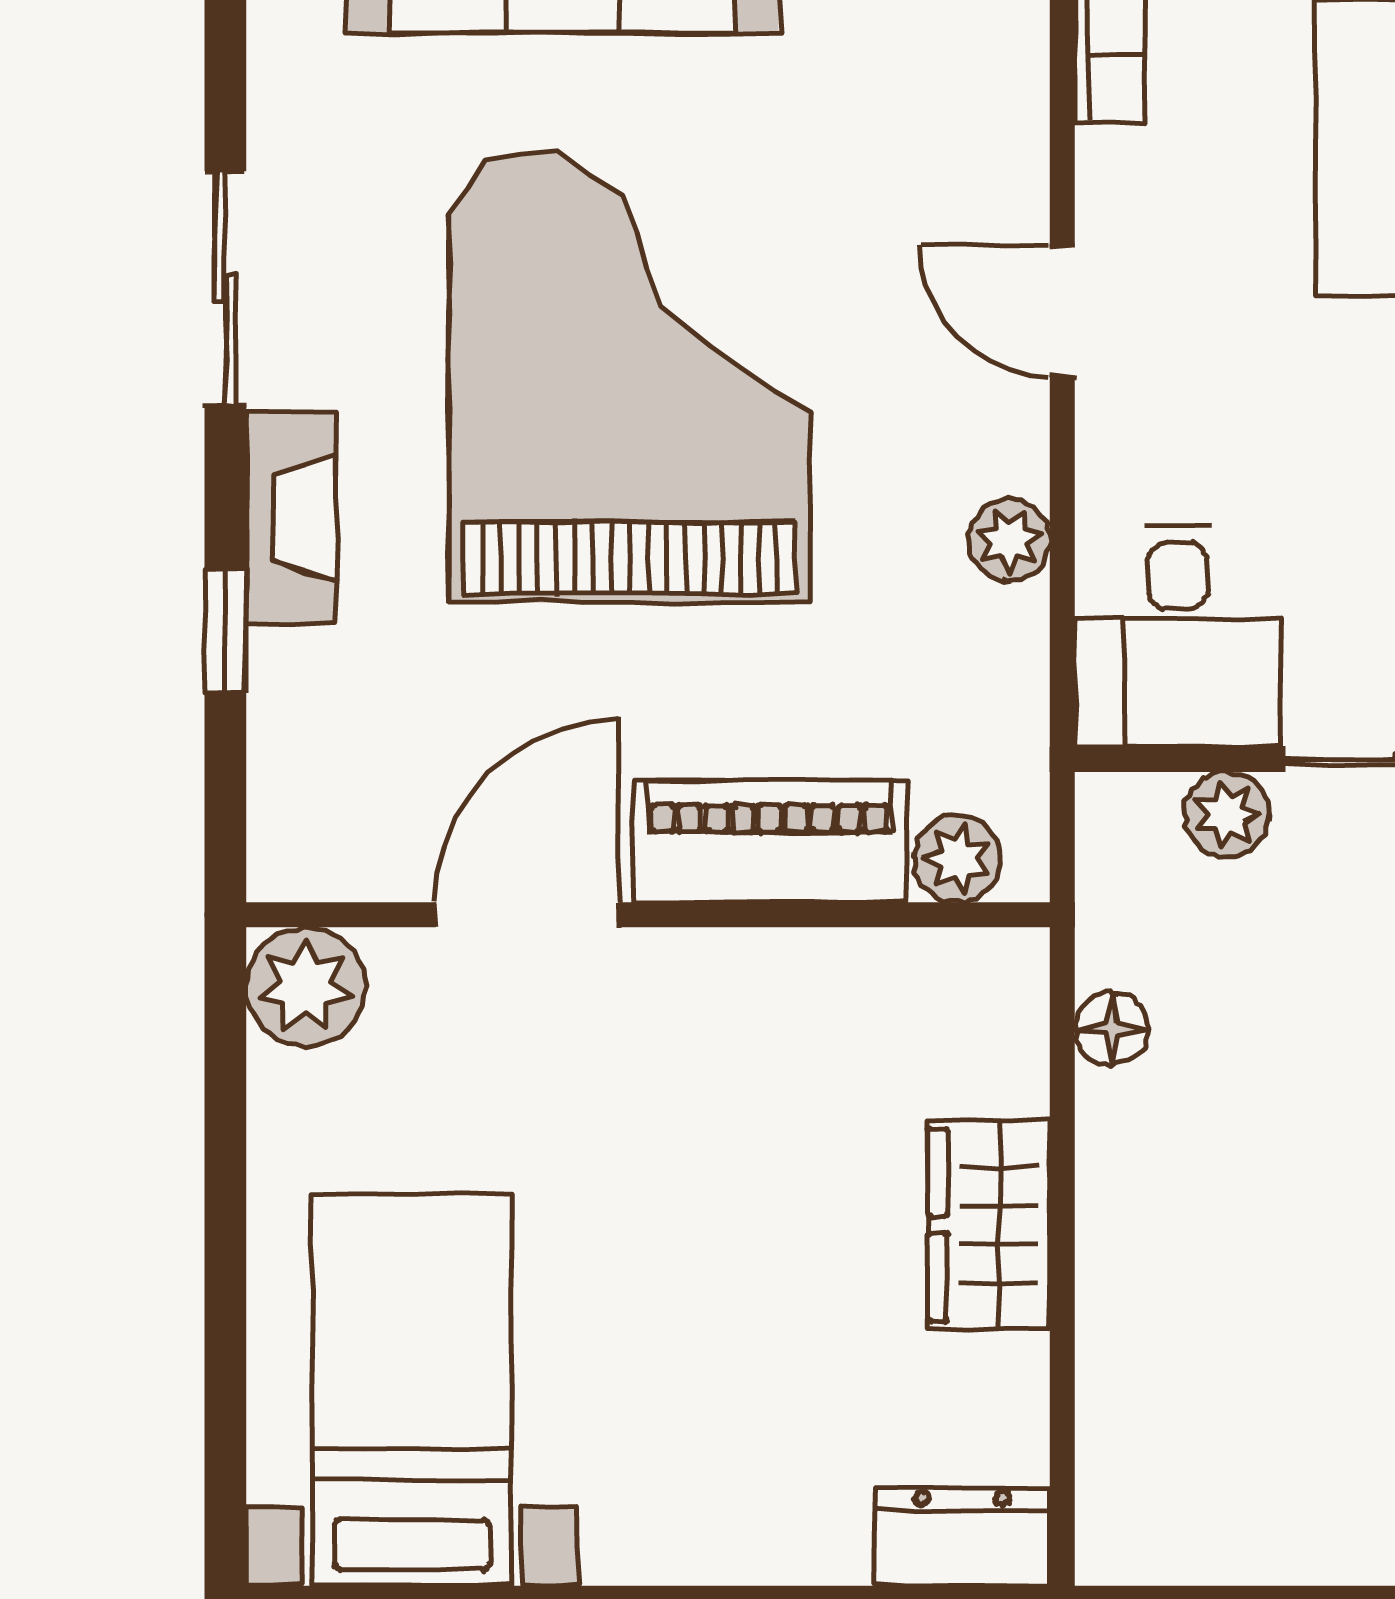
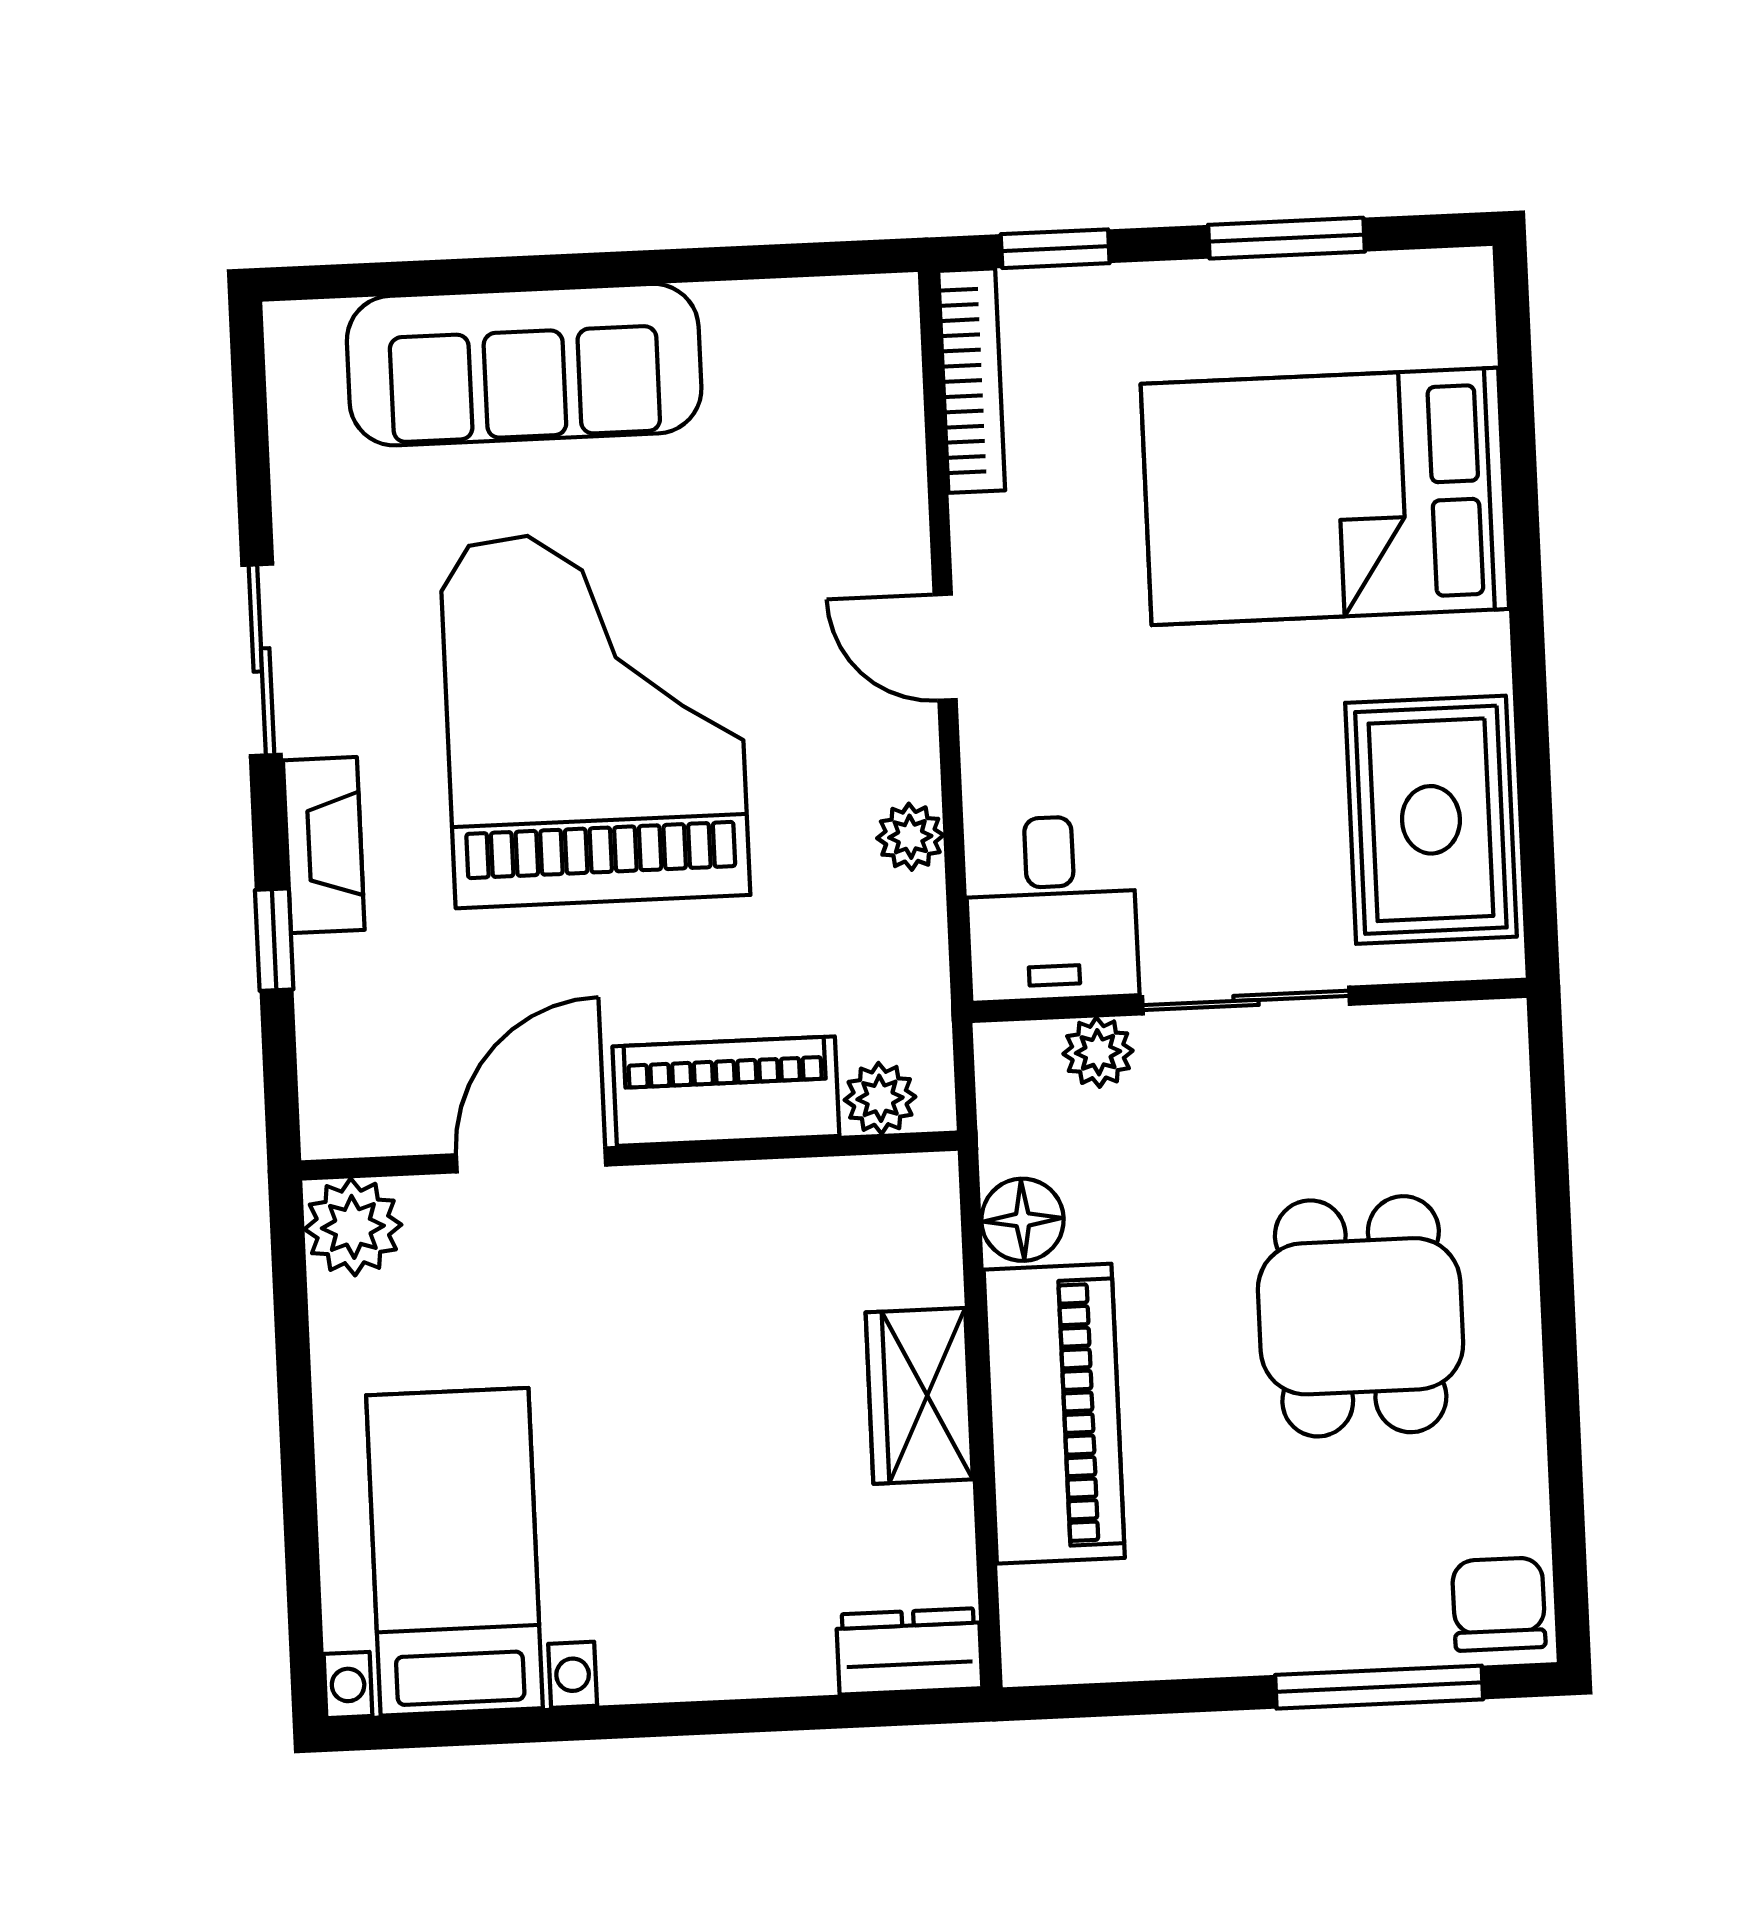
floor lamp: (1111, 1029) -> (1023, 1220), width x1.37, depth x1.37
piano: (1153, 1254) -> (1054, 1414), added

